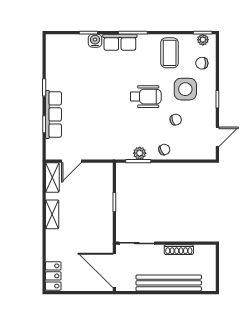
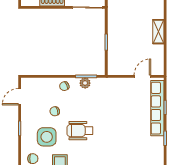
row of seats: (53, 114) -> (157, 108), width x1.36
shelving: (52, 177) -> (158, 63), removed

